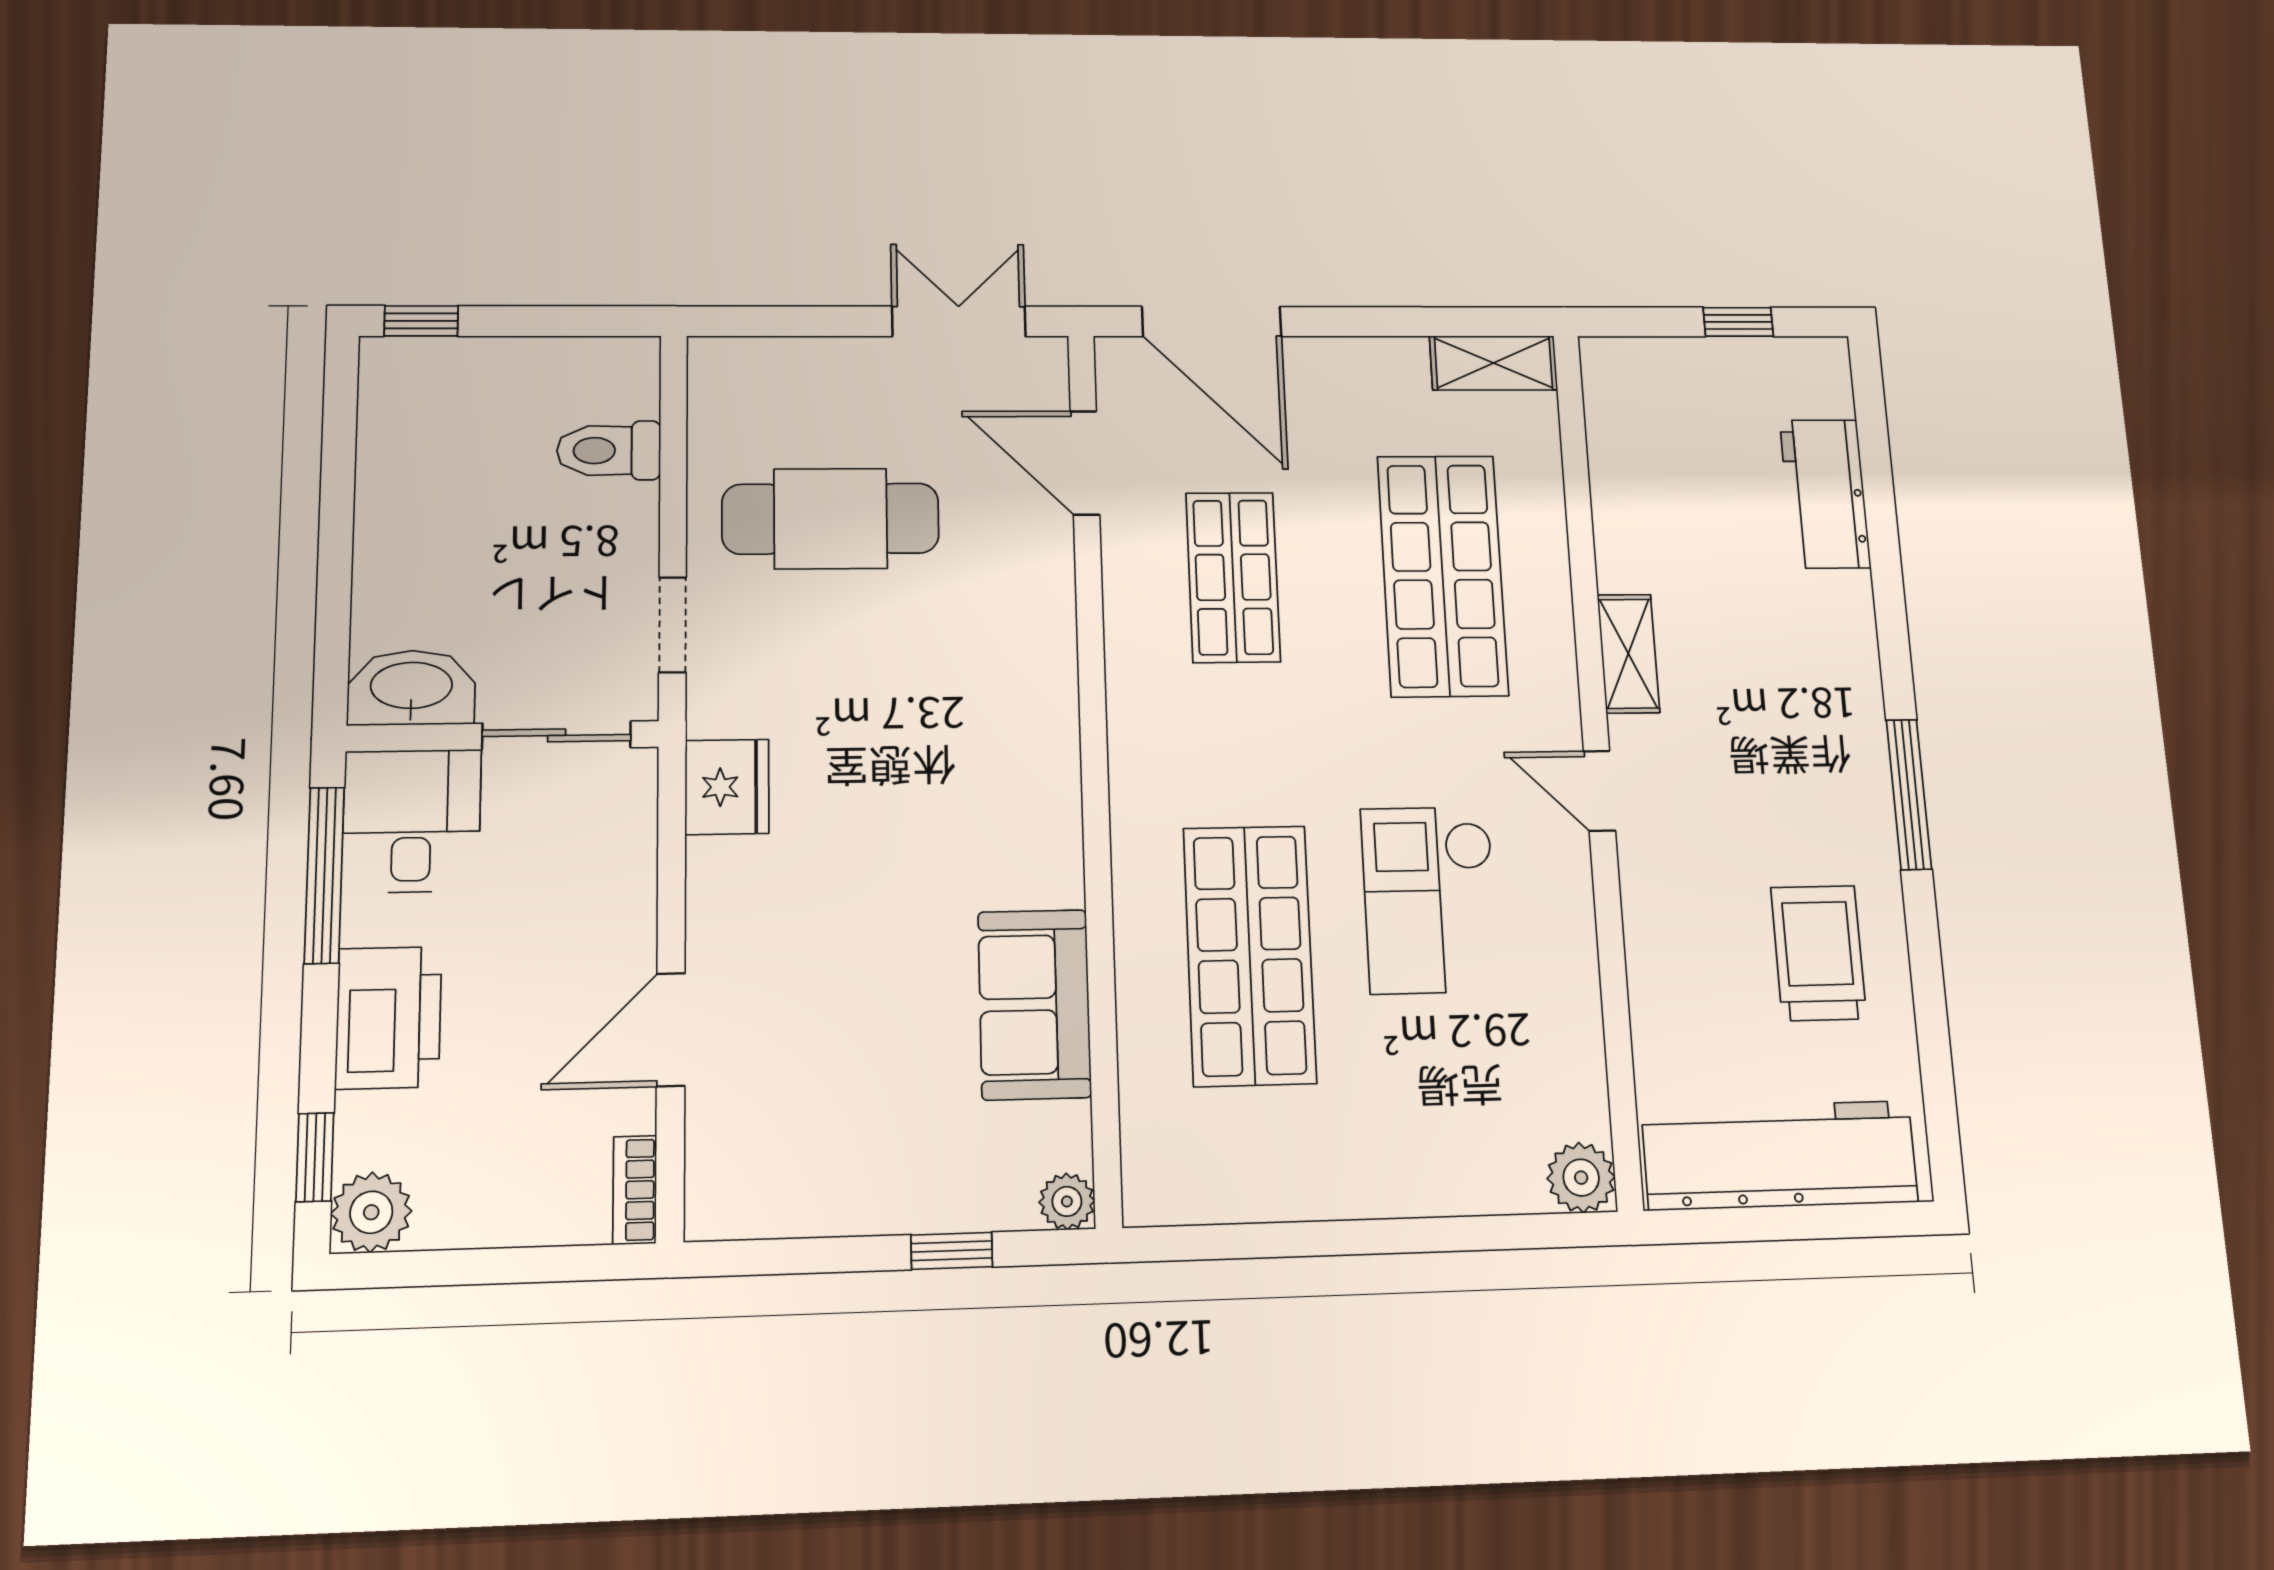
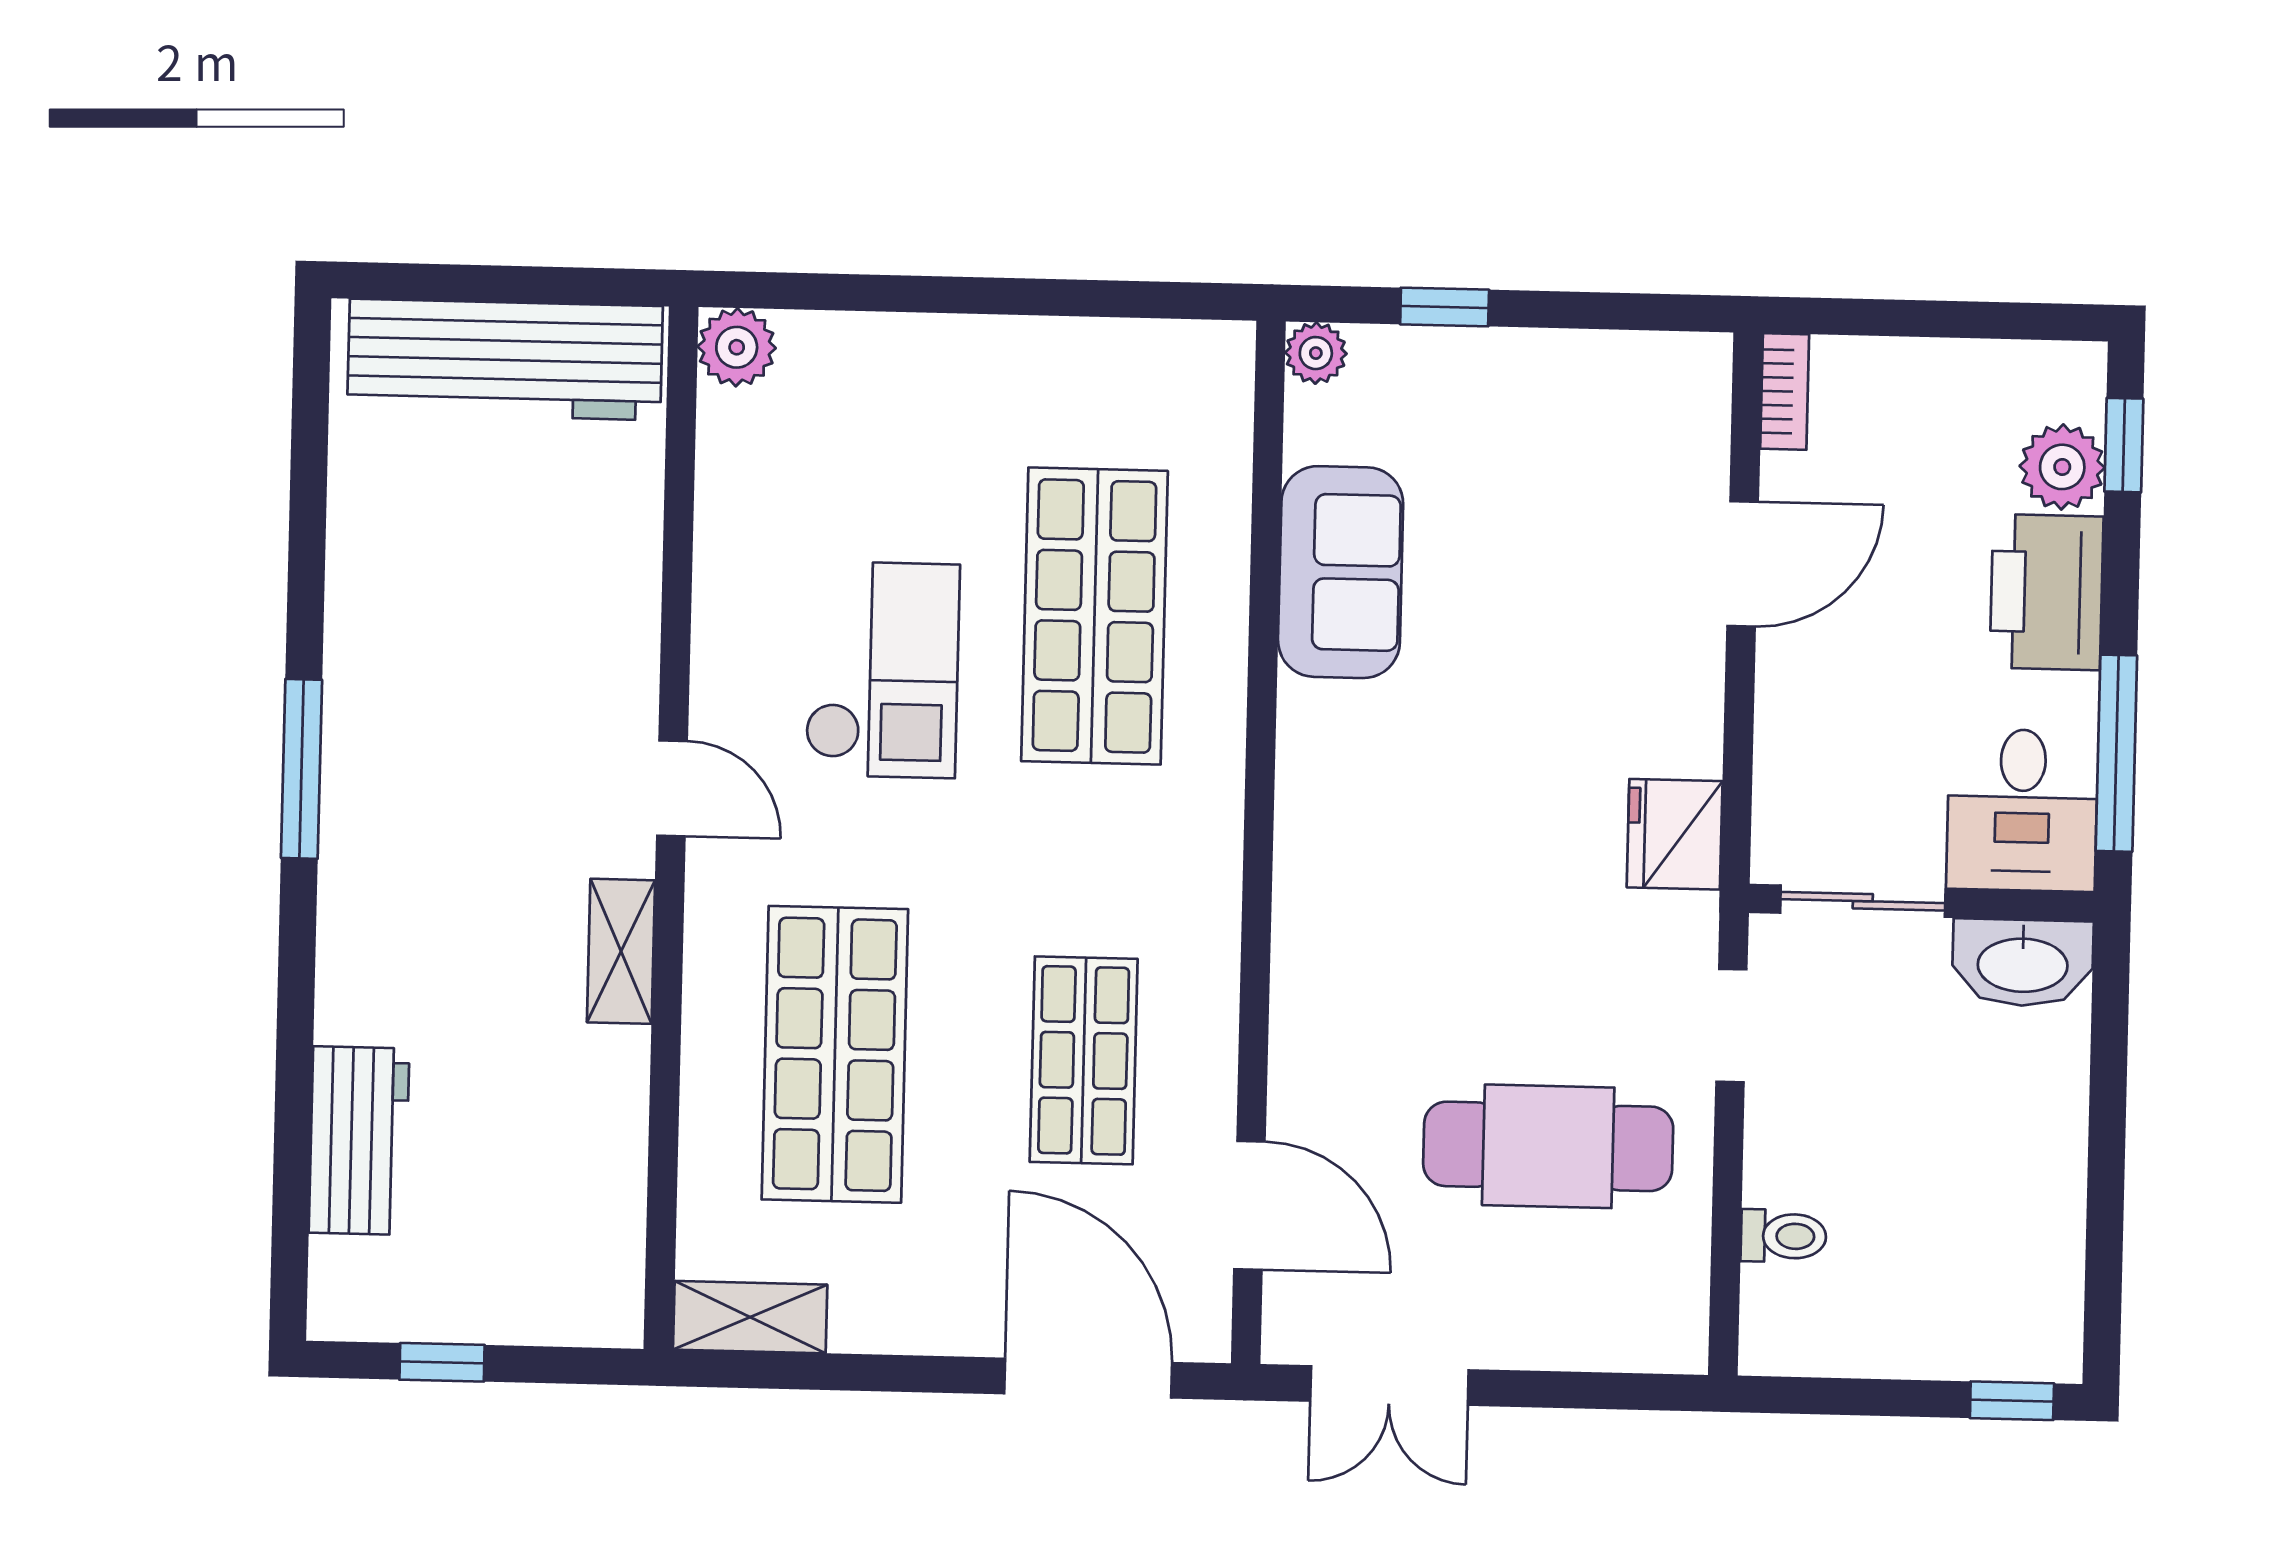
toilet: (609, 451) -> (1783, 1236), width x0.73, depth x0.72
trolley: (1818, 953) -> (433, 587), removed
plant: (371, 1212) -> (2062, 467), moved

